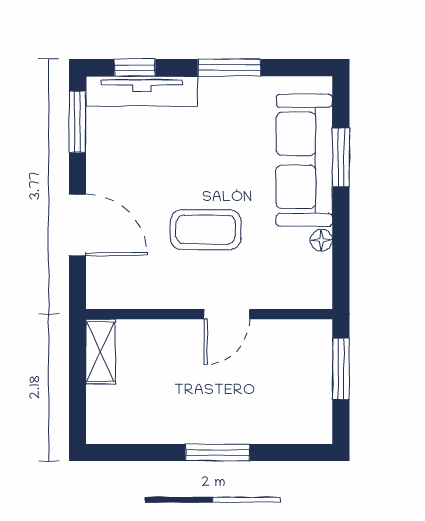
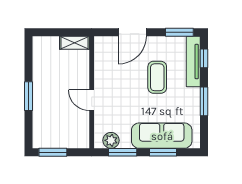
coffee table: (206, 230) -> (157, 77), moved
floor lamp: (321, 240) -> (125, 143), removed
window: (341, 246) -> (123, 152), added
plant: (315, 272) -> (111, 140), added
window: (341, 369) -> (53, 152), moved

